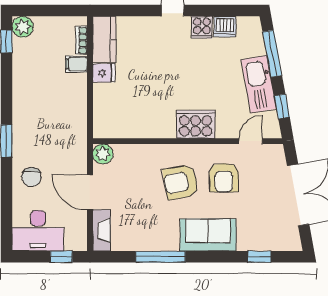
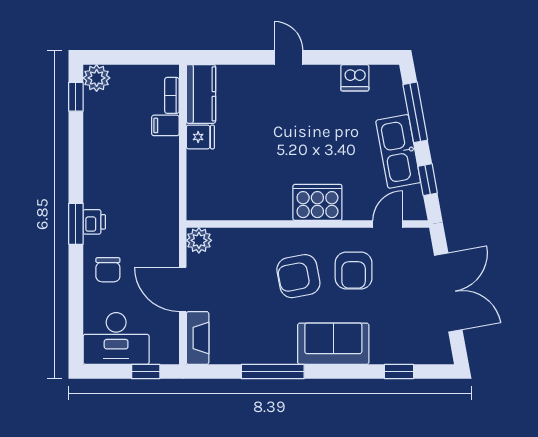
cooker: (202, 27) -> (325, 79), removed
printer: (21, 139) -> (94, 222), added

